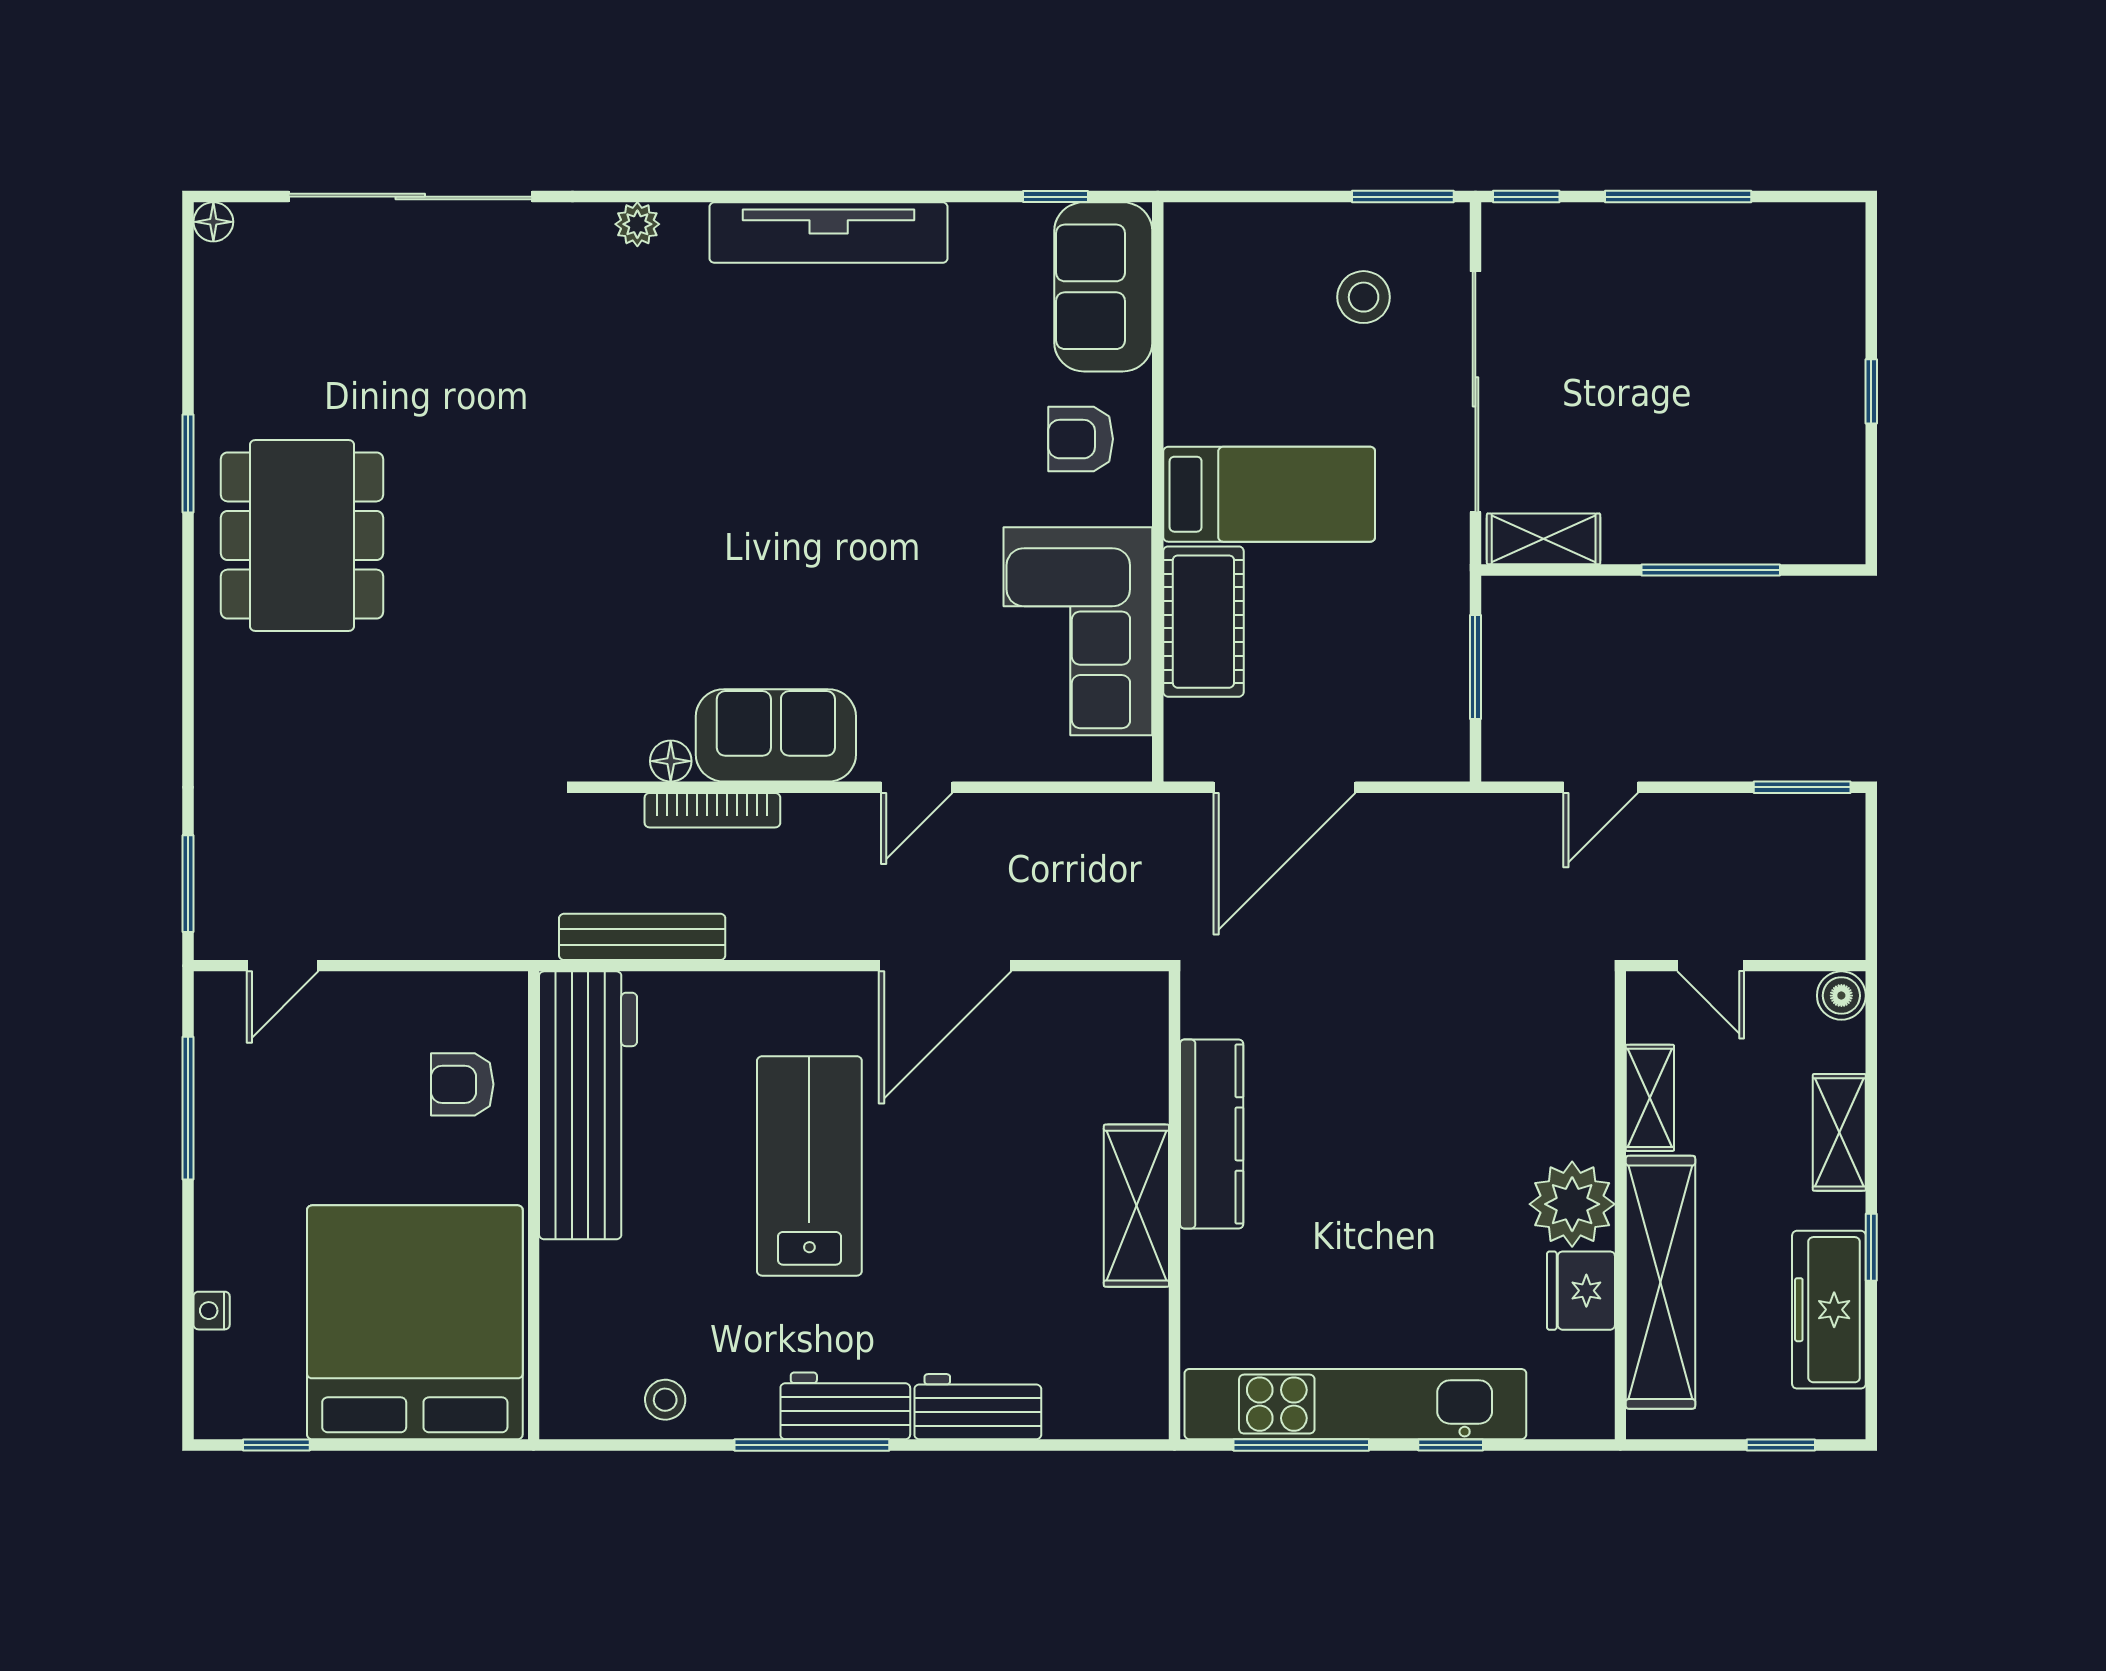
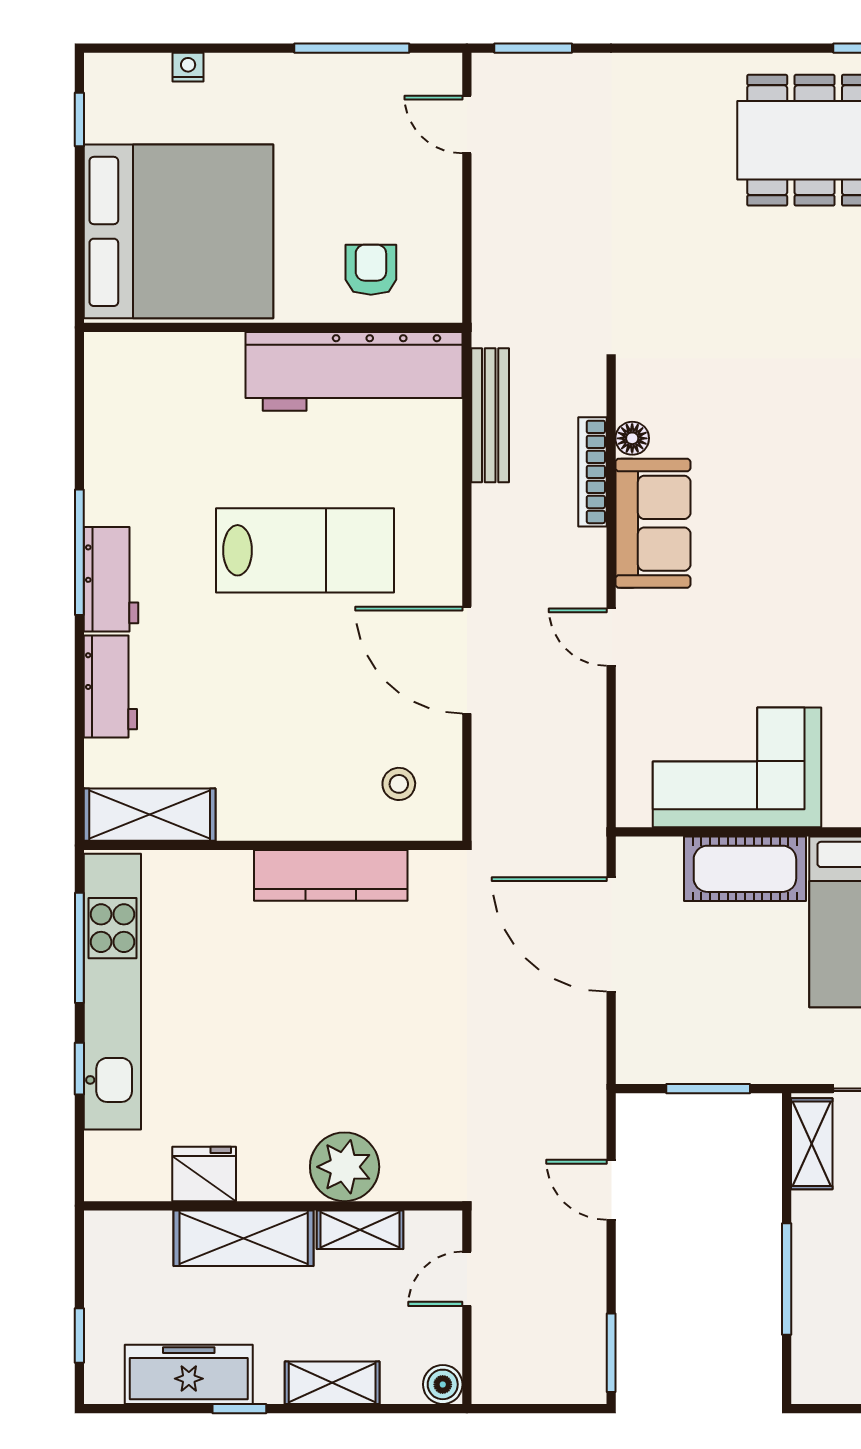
plant: (1572, 1204) -> (345, 1167), moved
shelving: (1136, 1206) -> (150, 815), moved
shelving: (1661, 1282) -> (244, 1238), width x0.68
stool: (665, 1400) -> (399, 784), moved

